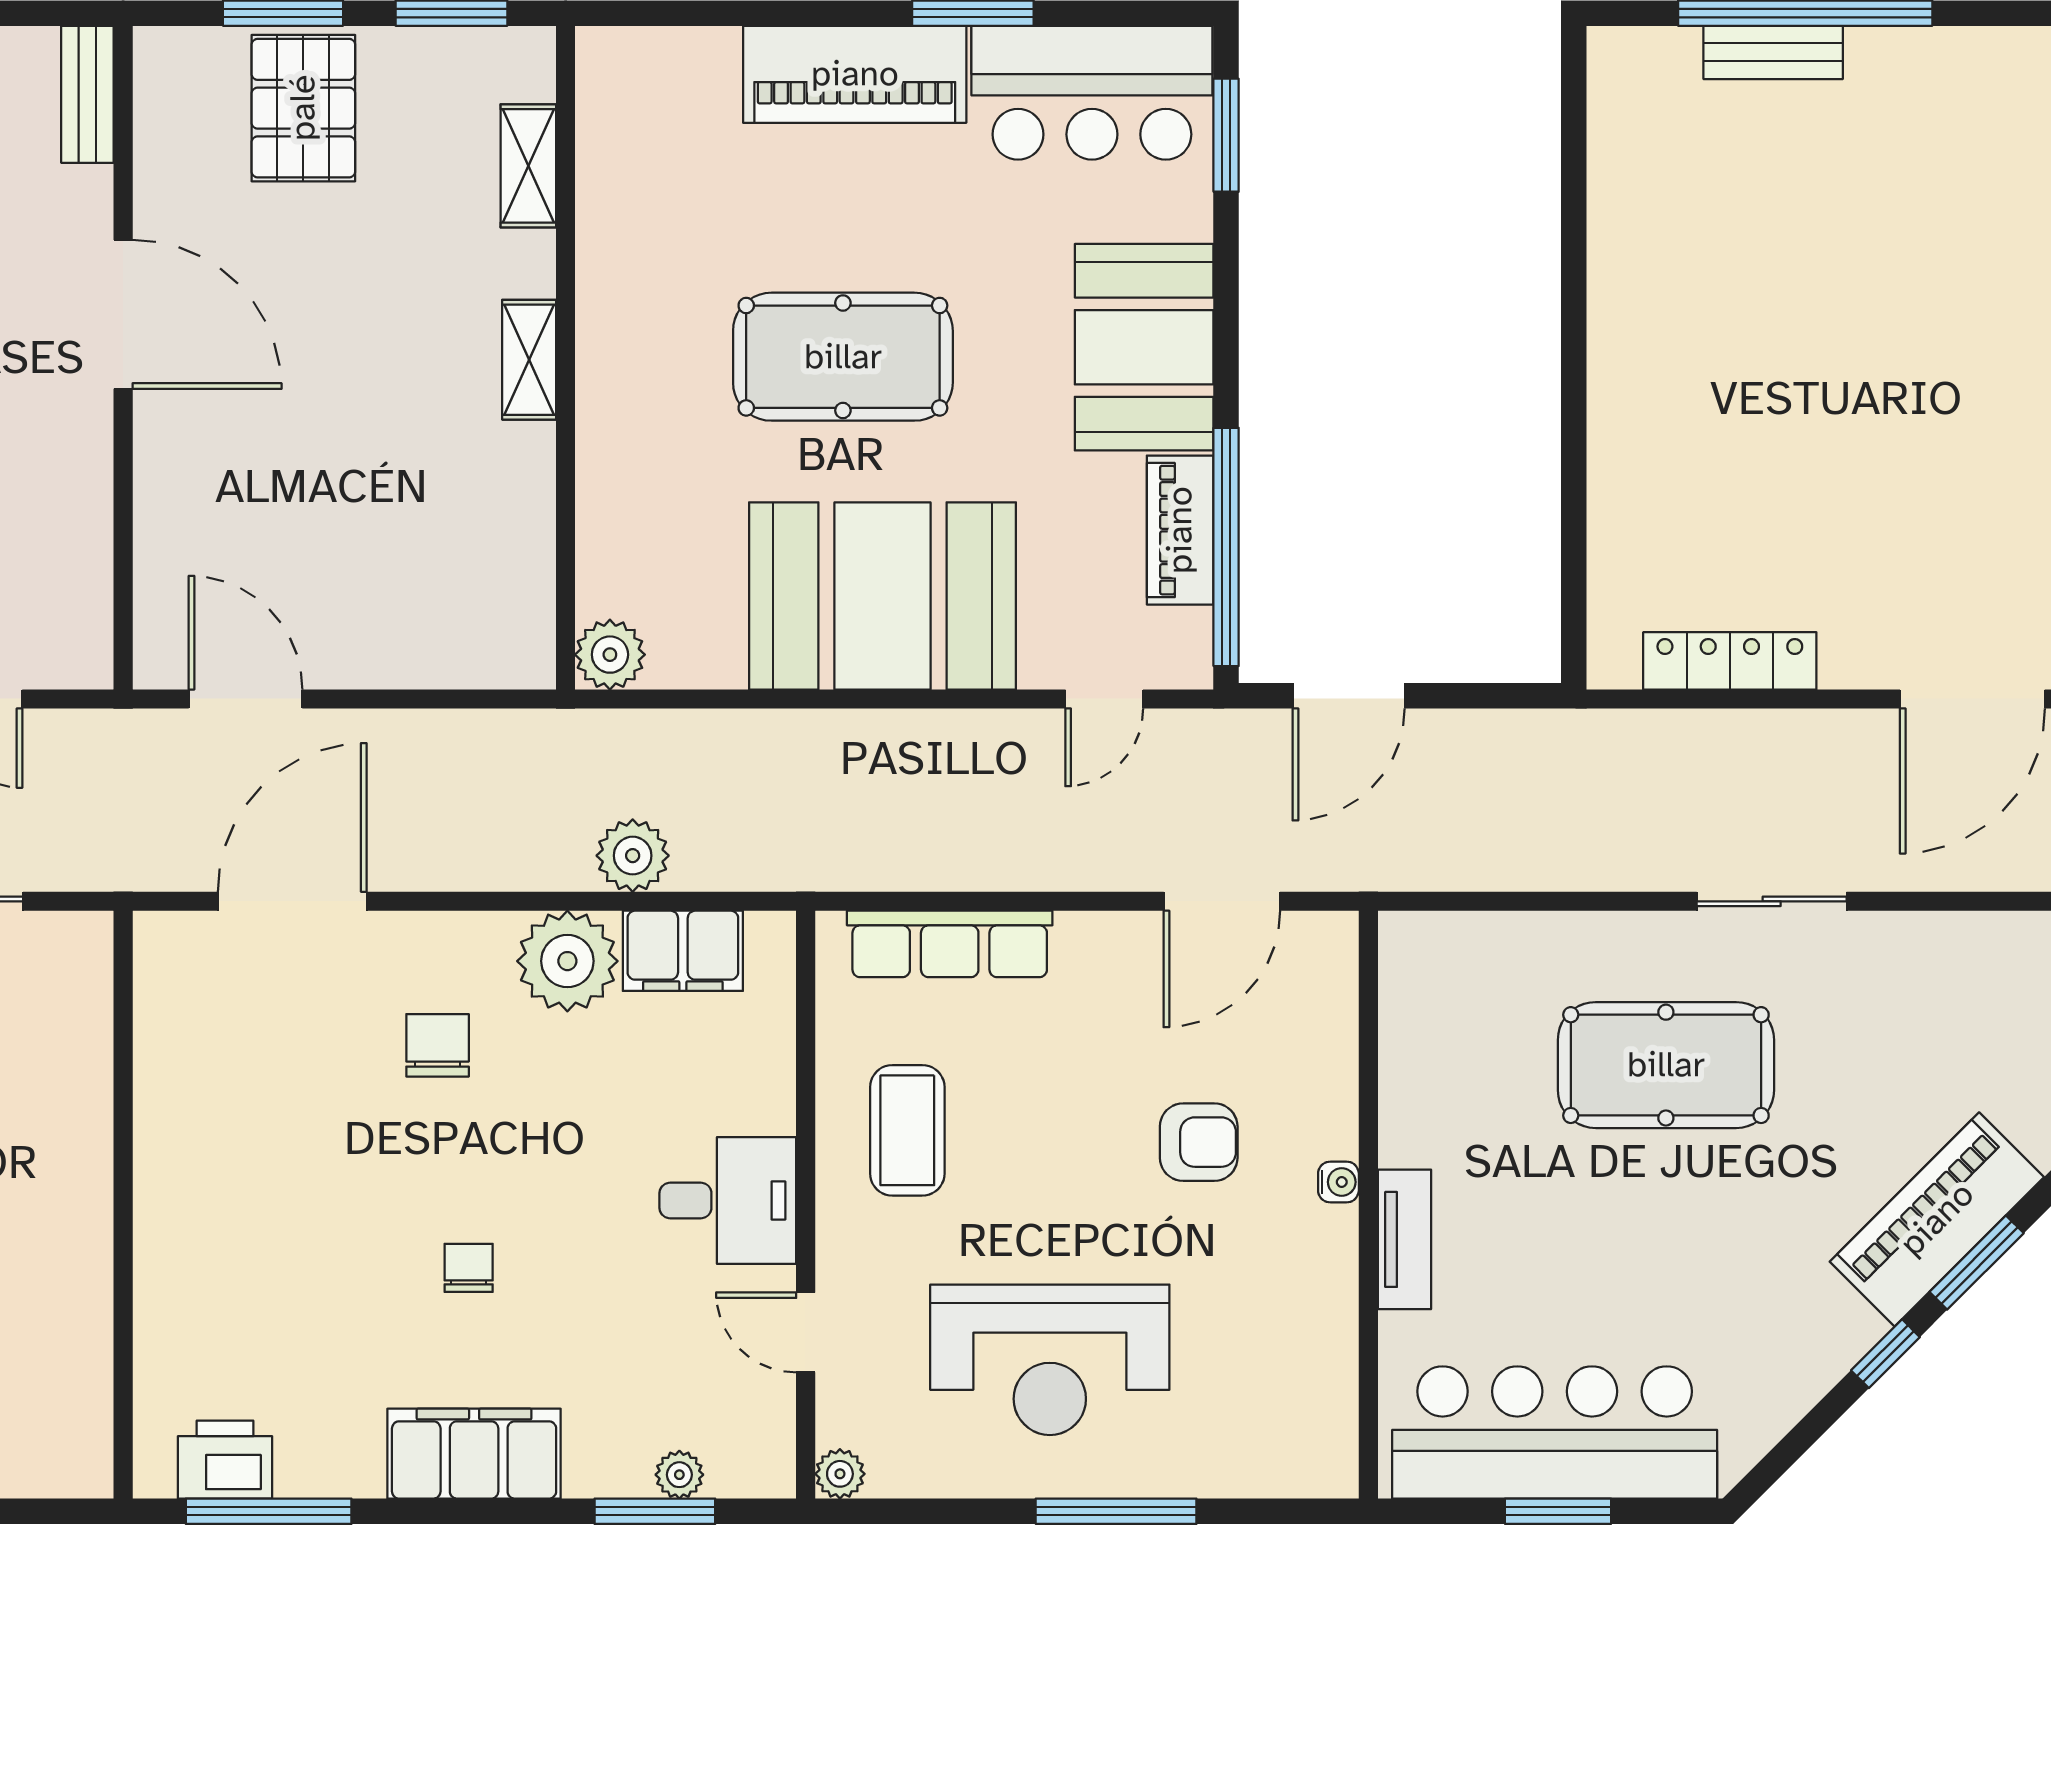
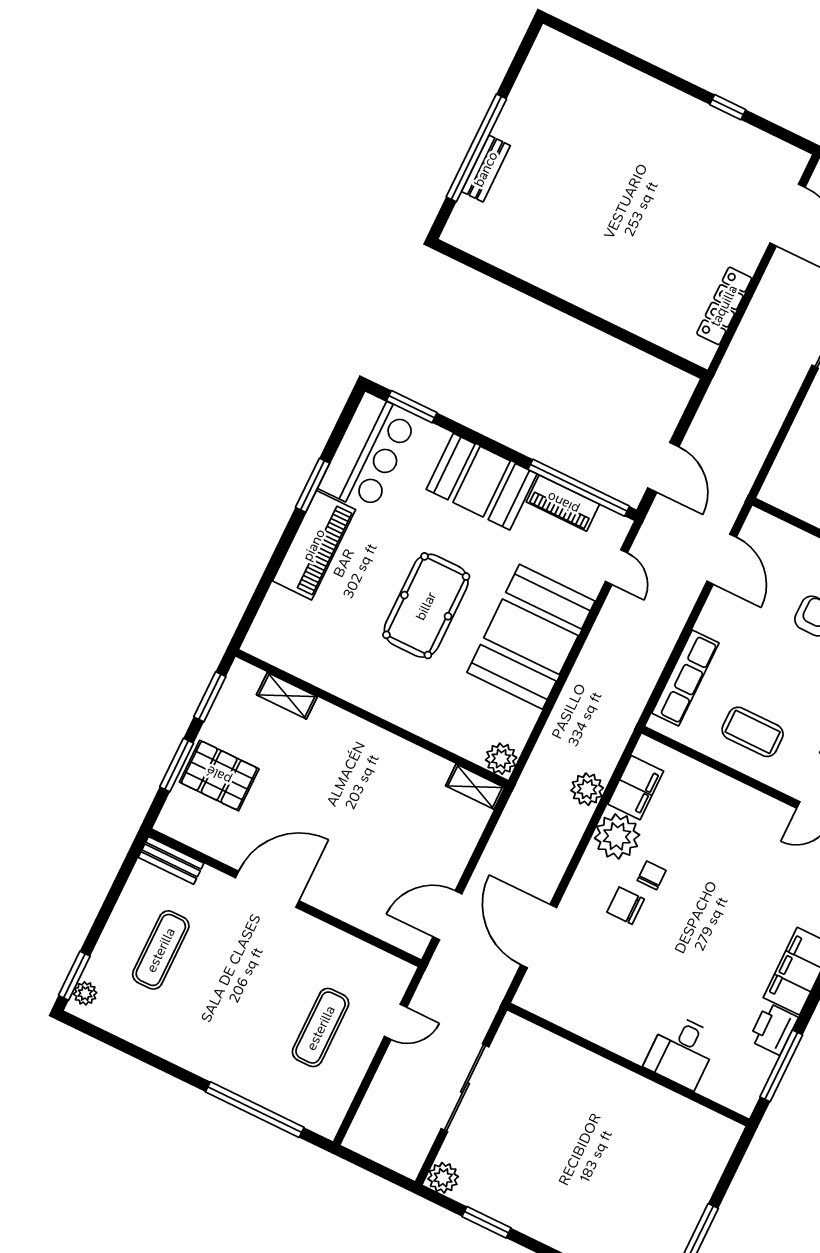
shelving: (529, 360) -> (475, 787), moved
desk: (728, 1200) -> (682, 1051), moved, turned 180
chair: (469, 1268) -> (652, 875), moved, turned 90
printer: (225, 1460) -> (773, 1029), moved

